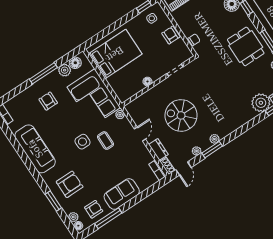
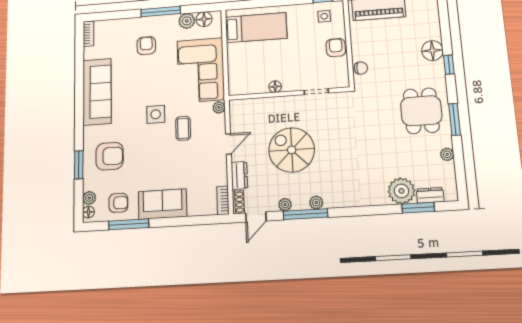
bed: (115, 54) -> (256, 28), width x0.67
window: (212, 150) -> (306, 214), width x1.44

